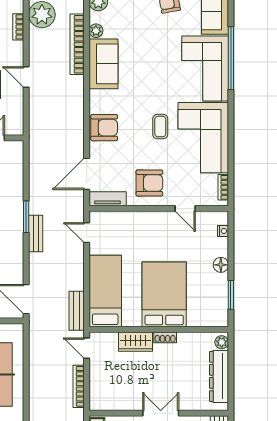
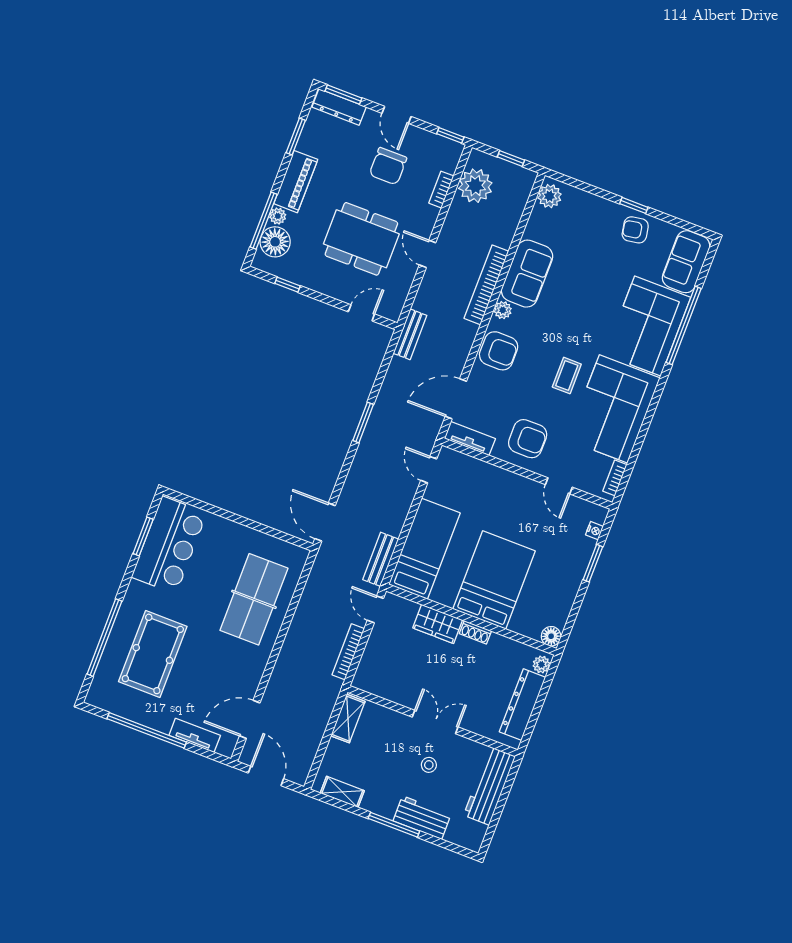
plant: (96, 31) -> (503, 310), moved
bookcase: (77, 44) -> (486, 285), moved
bench: (36, 234) -> (410, 334), moved
floor lamp: (221, 265) -> (551, 636), moved
window: (231, 295) -> (593, 563), moved

